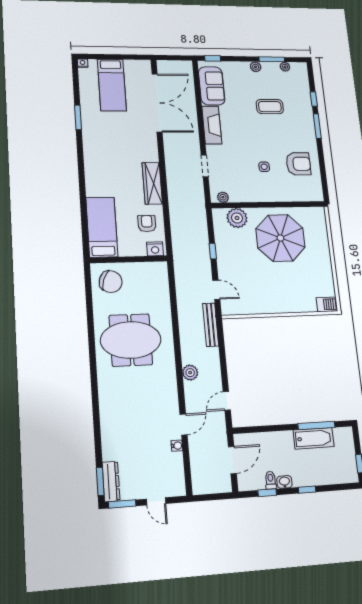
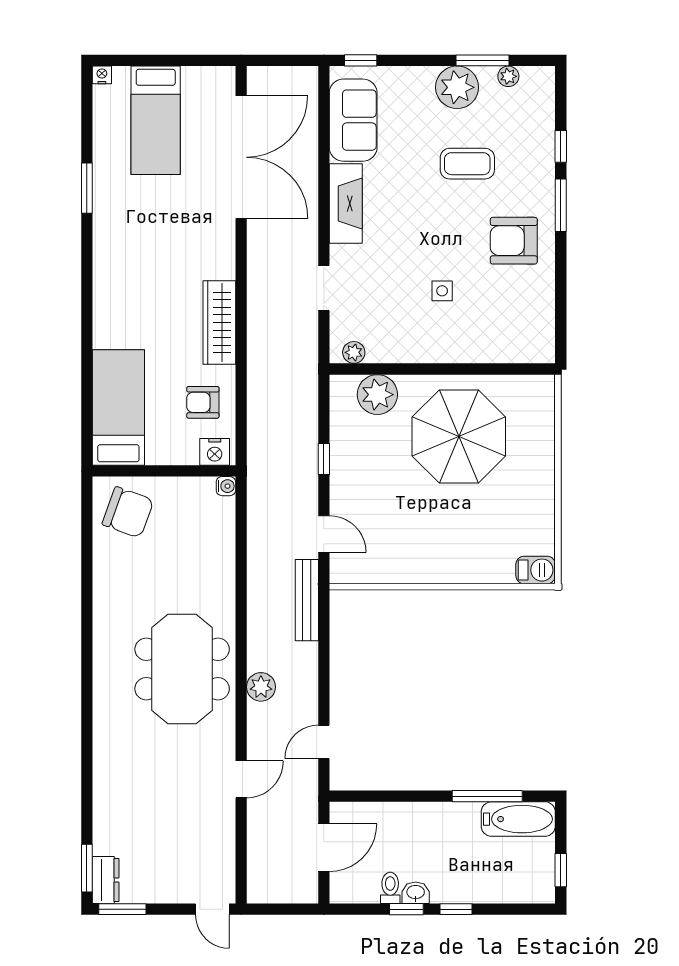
plant: (256, 67) -> (457, 87), width x1.88, depth x1.88
armchair: (298, 164) -> (514, 241), moved, turned 180
armchair: (147, 224) -> (203, 402), turned -90
meeting table: (131, 340) -> (182, 669), moved, turned 90
bathtub: (314, 438) -> (518, 819), moved
water cooler: (177, 446) -> (226, 486), moved
dresser: (111, 481) -> (106, 880), width x0.70
window: (267, 493) -> (406, 909), moved
door: (156, 501) -> (212, 909), moved

